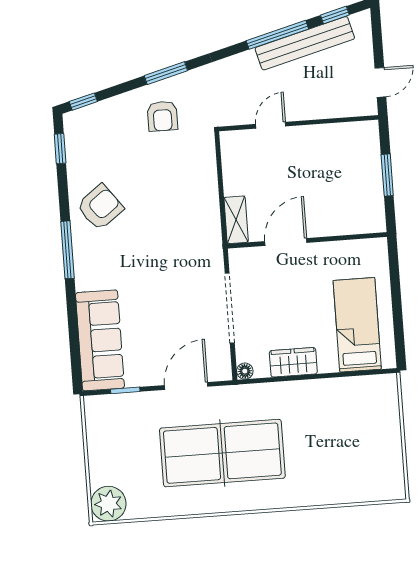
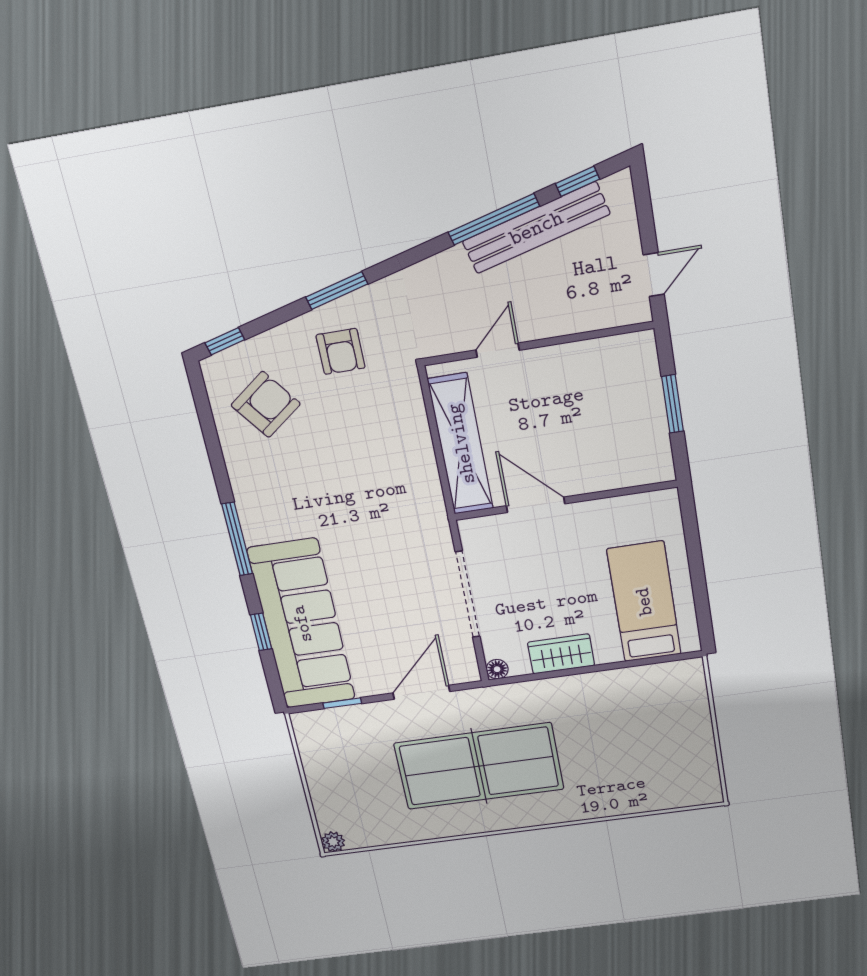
window: (60, 149) -> (261, 632), moved
armchair: (100, 207) -> (266, 404), moved
shelving: (236, 220) -> (461, 444), width x2.20, depth x1.33
door: (286, 242) -> (536, 505), hinge flipped
sofa: (100, 340) -> (302, 624), width x1.36, depth x1.27
plant: (108, 504) -> (333, 842), width x0.53, depth x0.53

